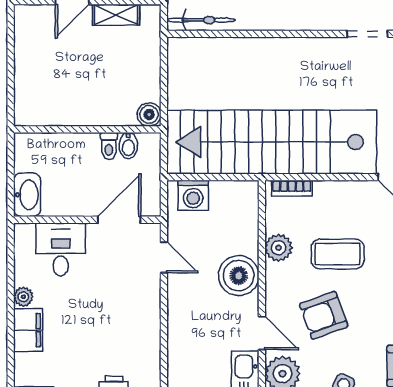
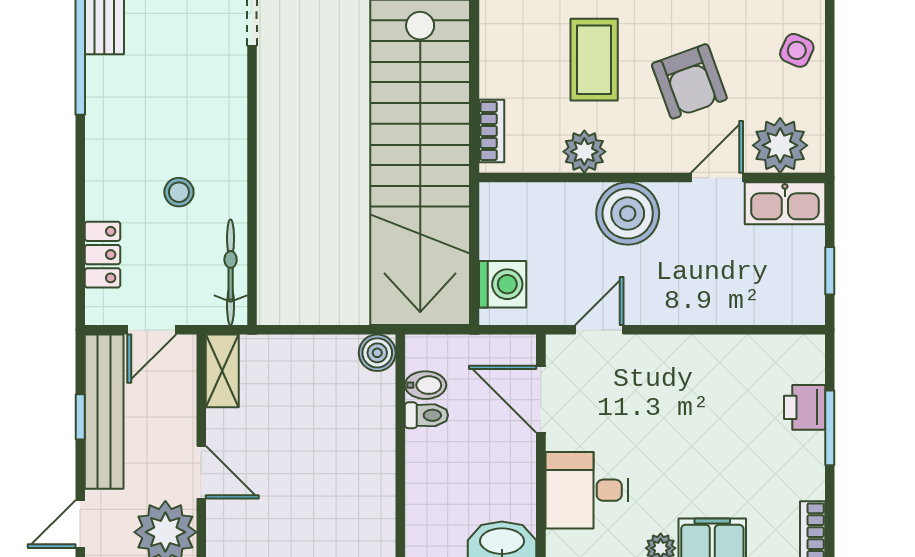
shelving: (116, 15) -> (222, 371), moved

